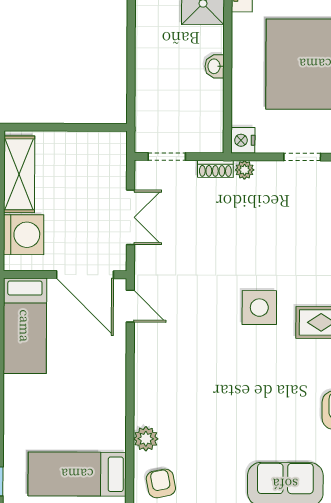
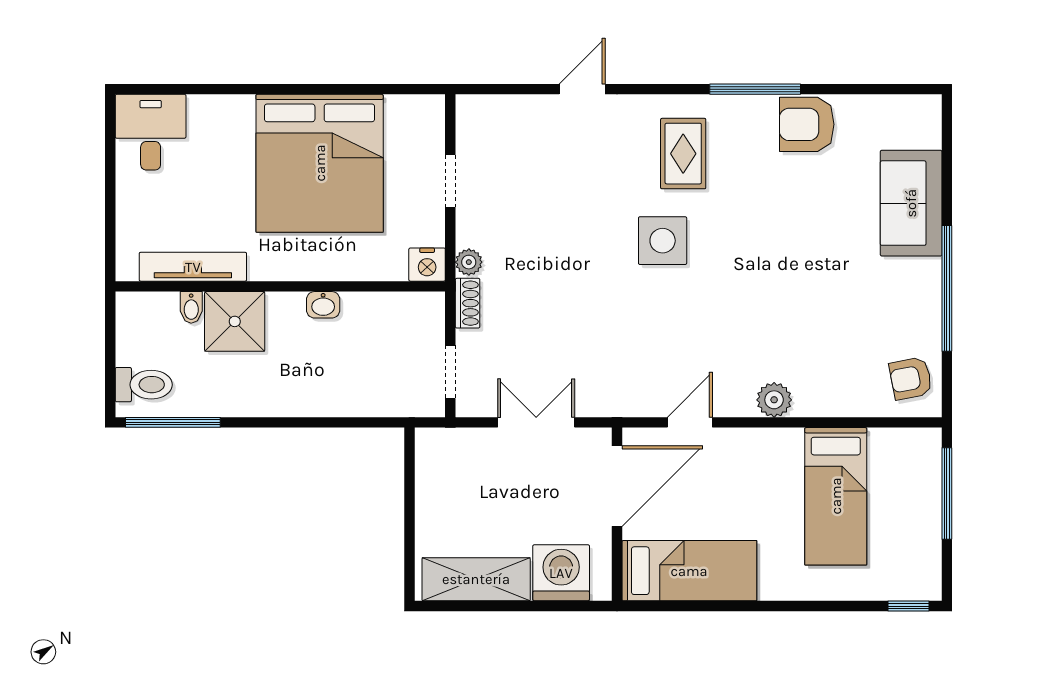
door: (130, 306) -> (690, 422), moved
plant: (146, 439) -> (774, 400), moved
bed: (77, 474) -> (836, 496), moved

